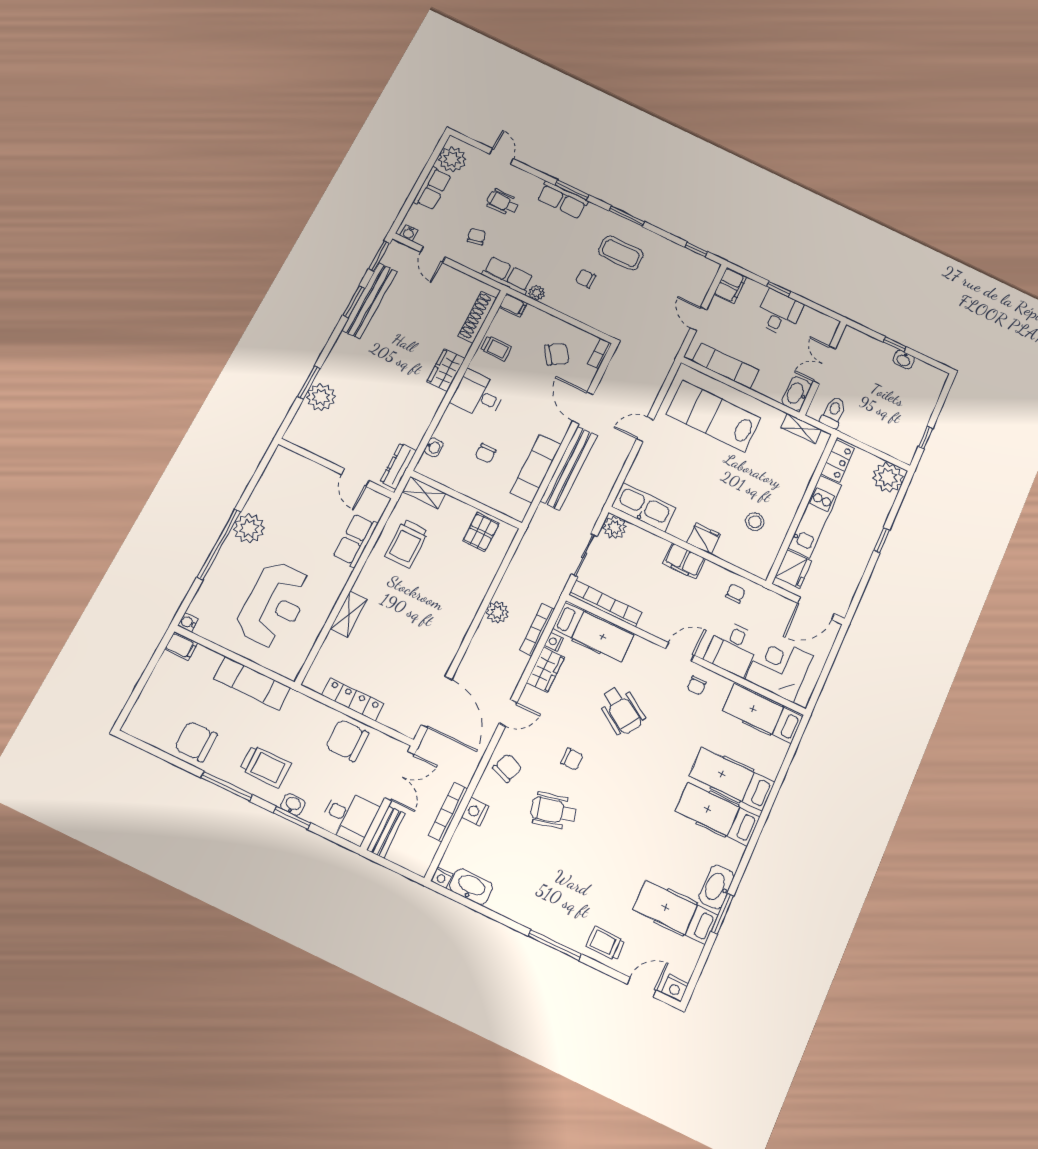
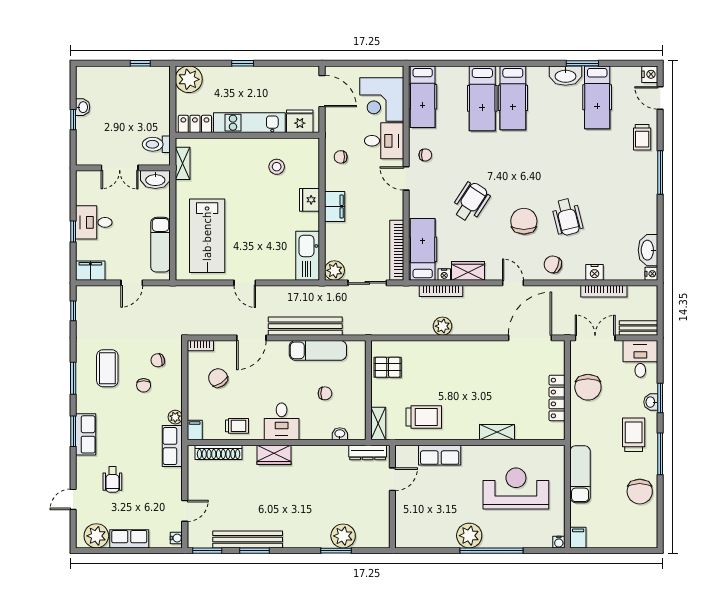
chair: (476, 236) -> (158, 360), moved
trolley: (496, 348) -> (237, 426), turned 90
chair: (572, 759) -> (524, 221), width x1.87, depth x1.87

